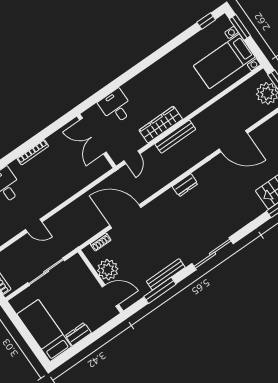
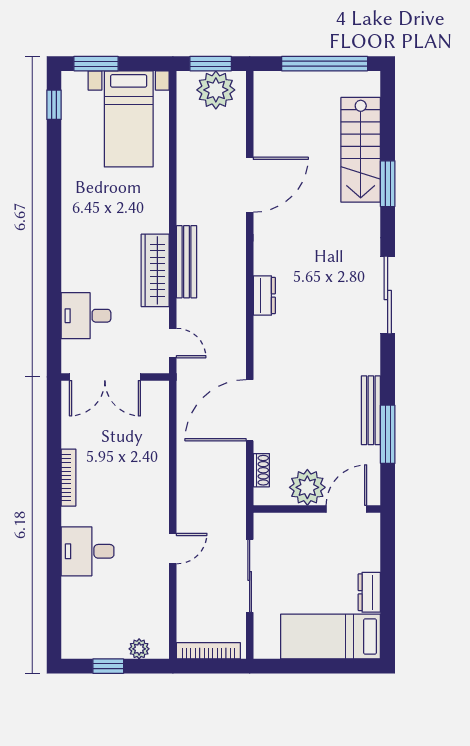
sliding door: (212, 254) -> (388, 295), moved

